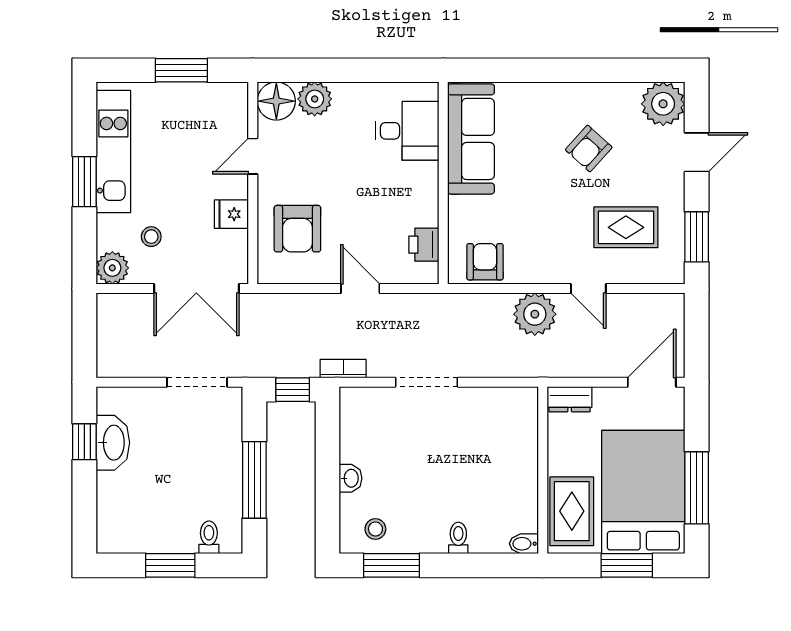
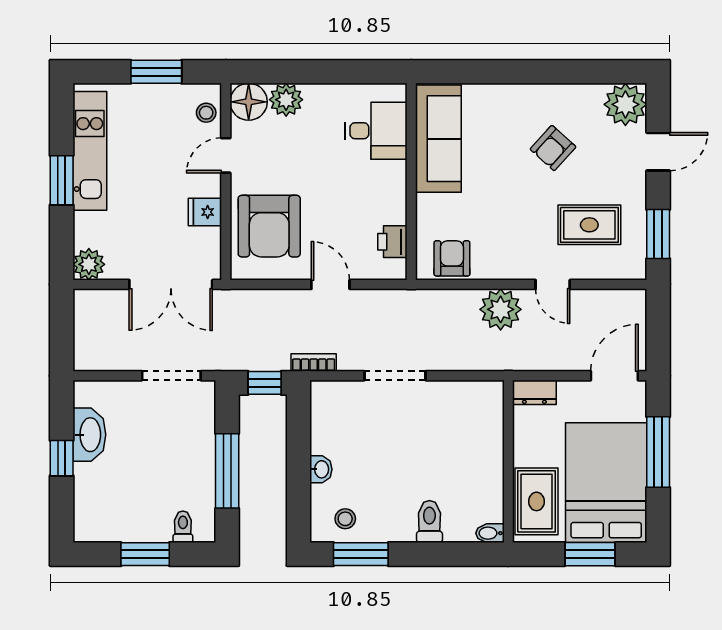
armchair: (297, 229) -> (269, 226), width x1.36, depth x1.36
stool: (151, 237) -> (206, 113), moved
window: (84, 442) -> (62, 458), moved
window: (697, 488) -> (658, 452), moved
toilet: (458, 538) -> (429, 522), width x1.37, depth x1.39

